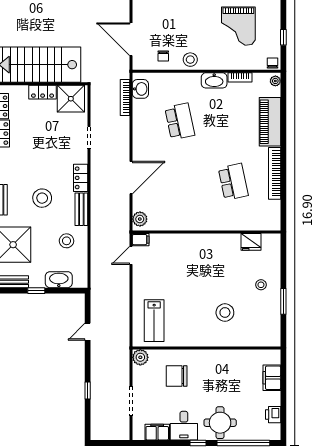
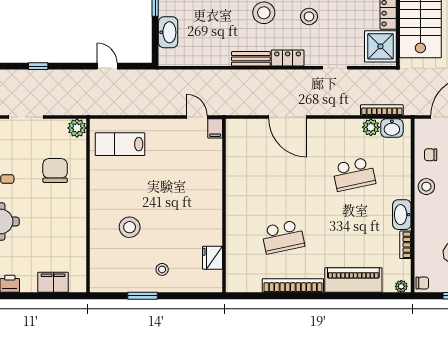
plant: (140, 219) -> (371, 127), moved
stool: (67, 241) -> (309, 16), moved

